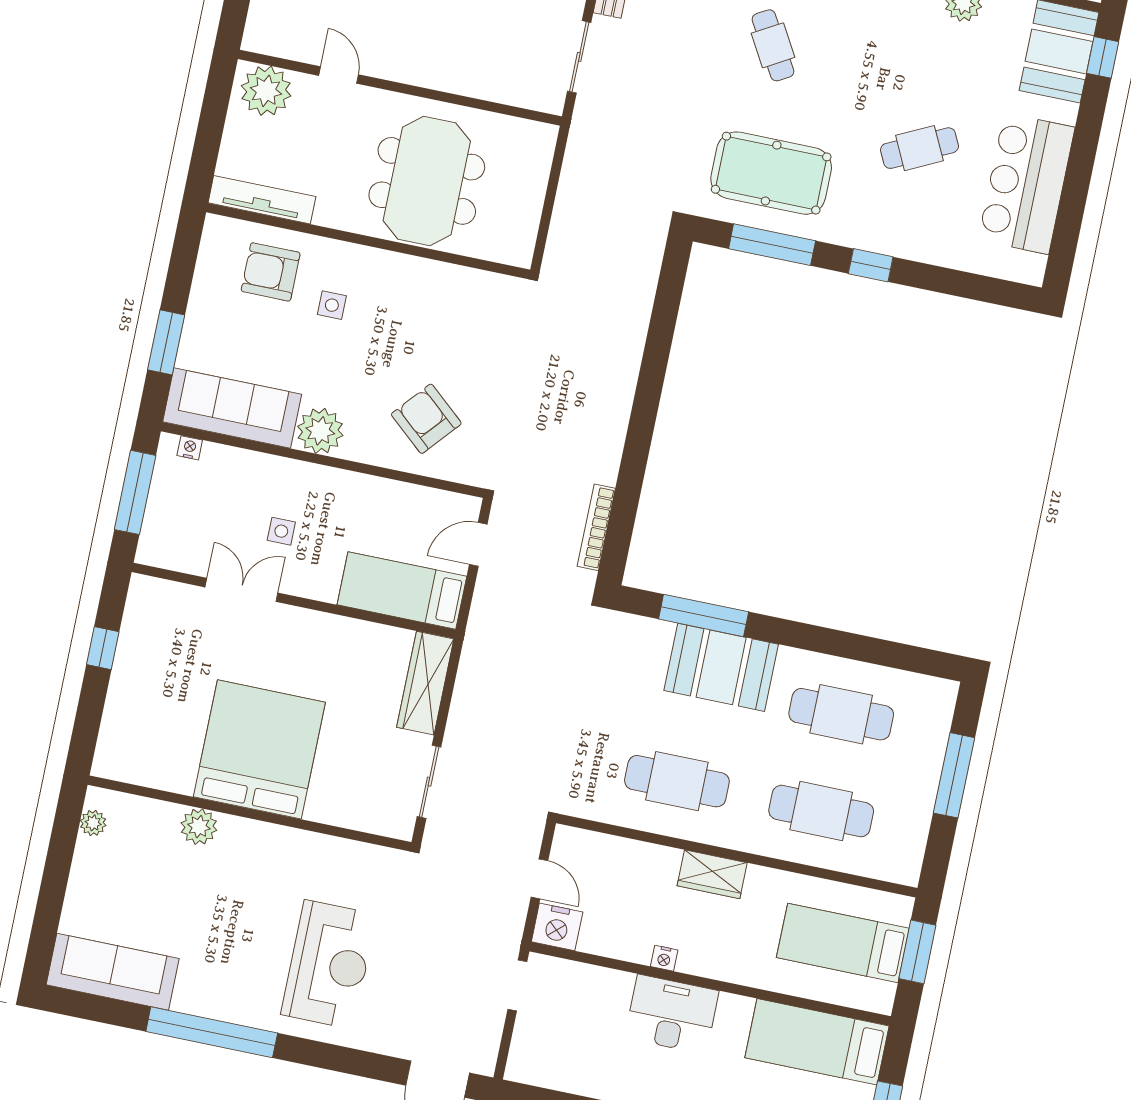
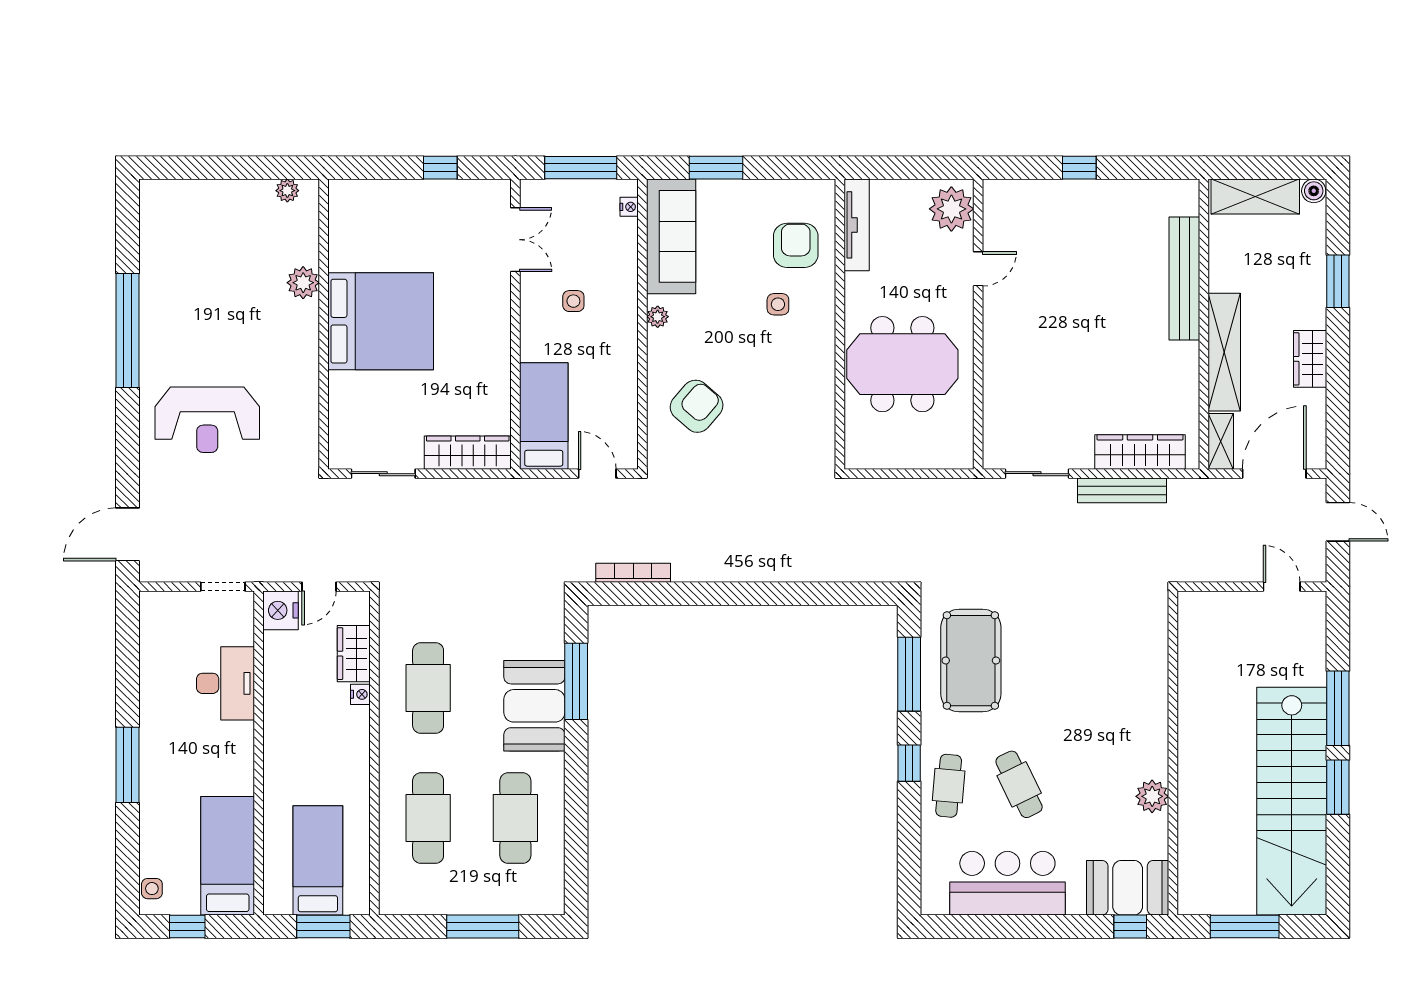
cafe table: (773, 45) -> (949, 786), moved, turned -55
plant: (320, 431) -> (658, 317), width x0.53, depth x0.53
double door: (241, 590) -> (515, 240), moved
wardrobe: (712, 874) -> (354, 654), moved
nightstand: (664, 958) -> (360, 694), moved, turned 180
sofa: (113, 972) -> (162, 234), removed
desk: (672, 1014) -> (226, 683), moved

